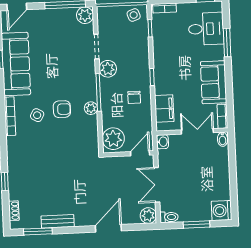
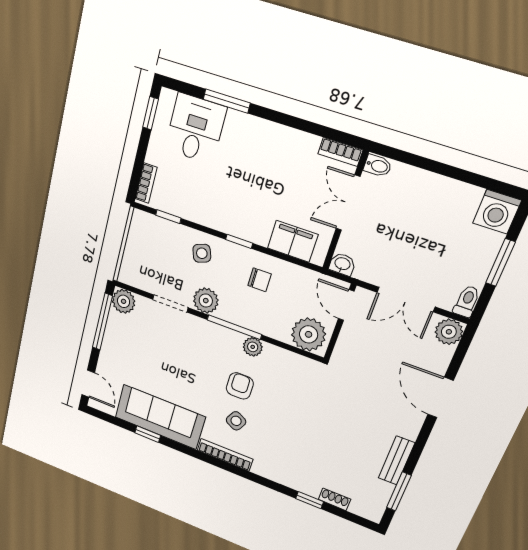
side table: (134, 15) -> (202, 253), moved
sofa: (214, 82) -> (281, 147), removed
shoe rack: (14, 211) -> (334, 499), moved

